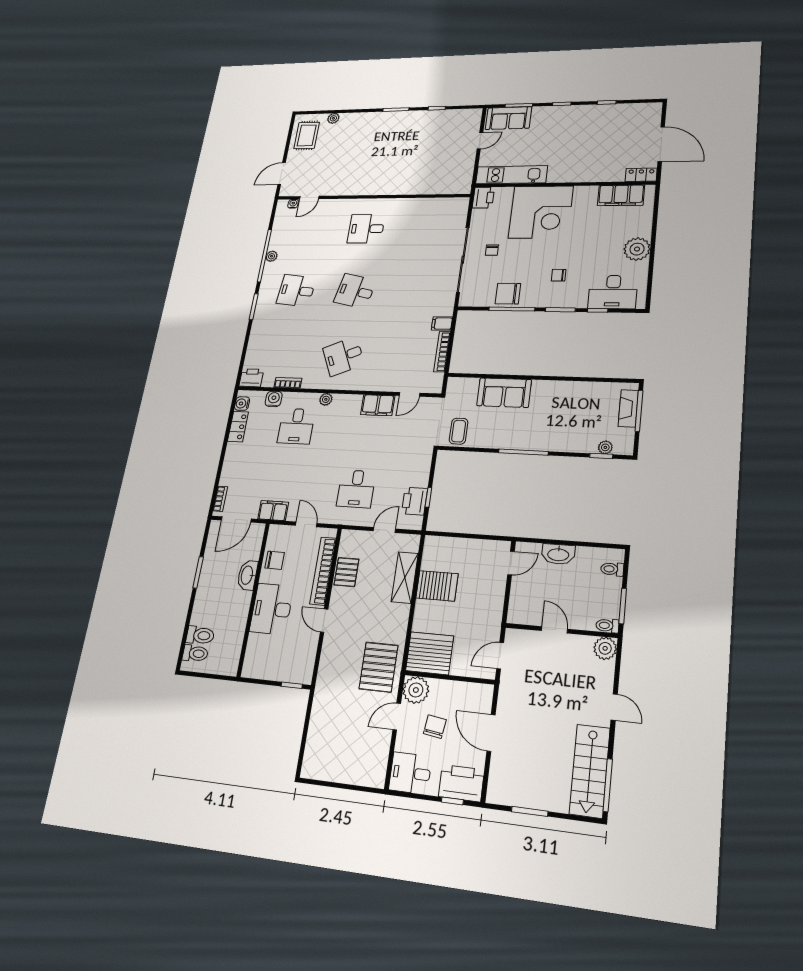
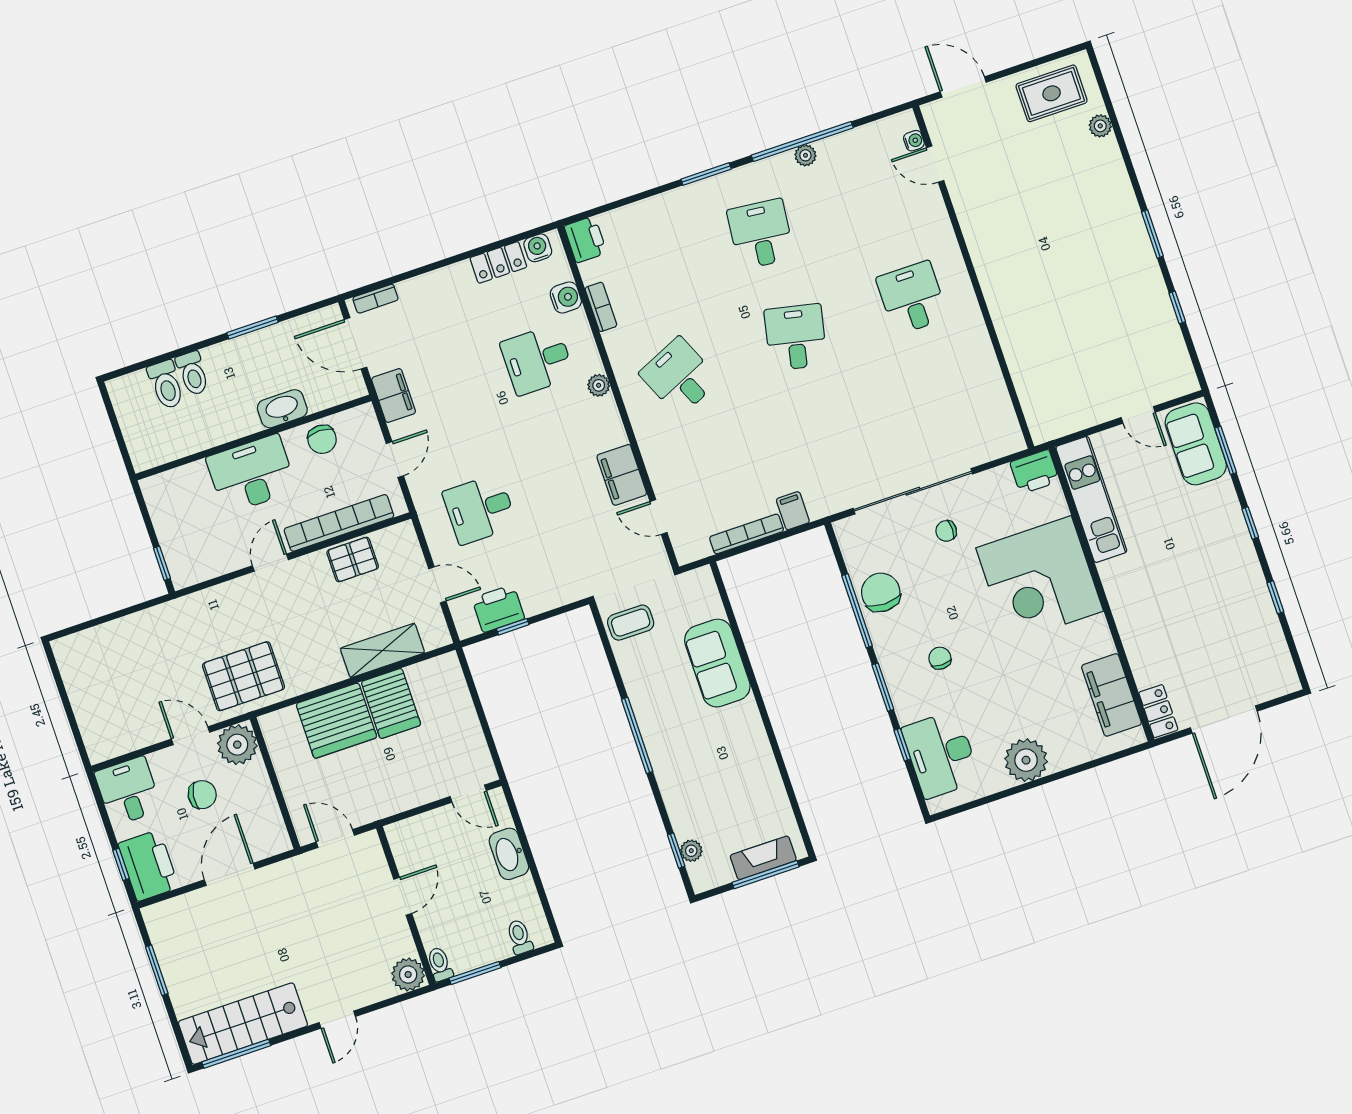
toilet: (195, 653) -> (193, 373), moved
server rack: (430, 653) -> (336, 721), moved, turned 90

